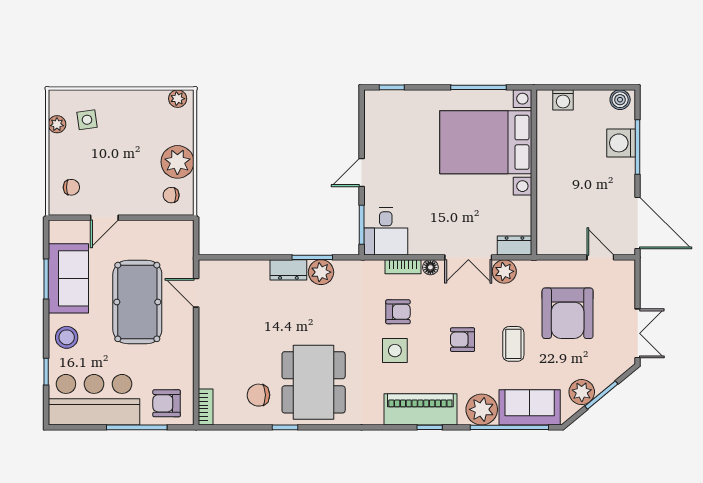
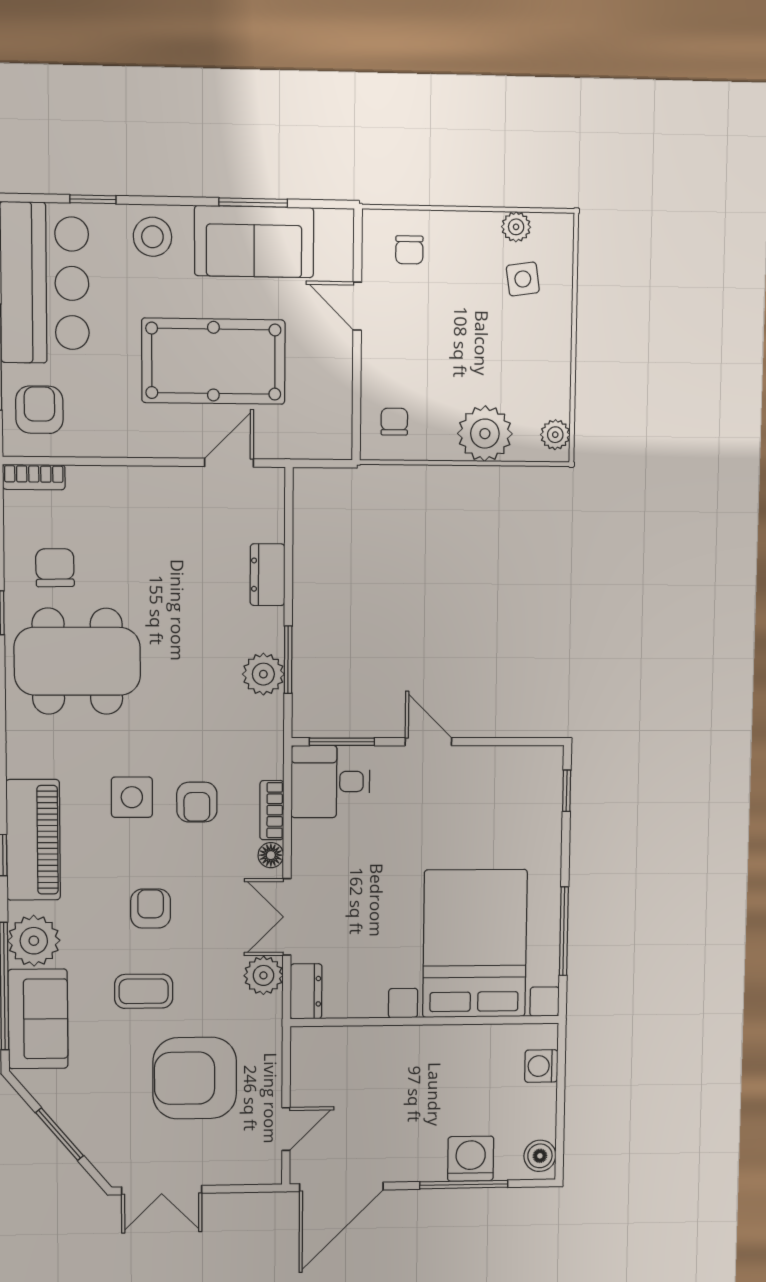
plant: (177, 162) -> (485, 434), moved
dresser: (288, 270) -> (268, 575), moved
plant: (582, 392) -> (64, 1103), removed

